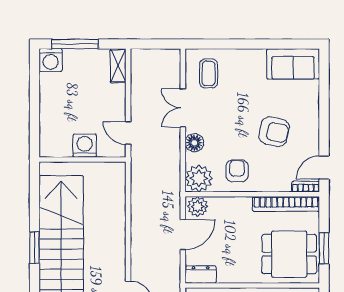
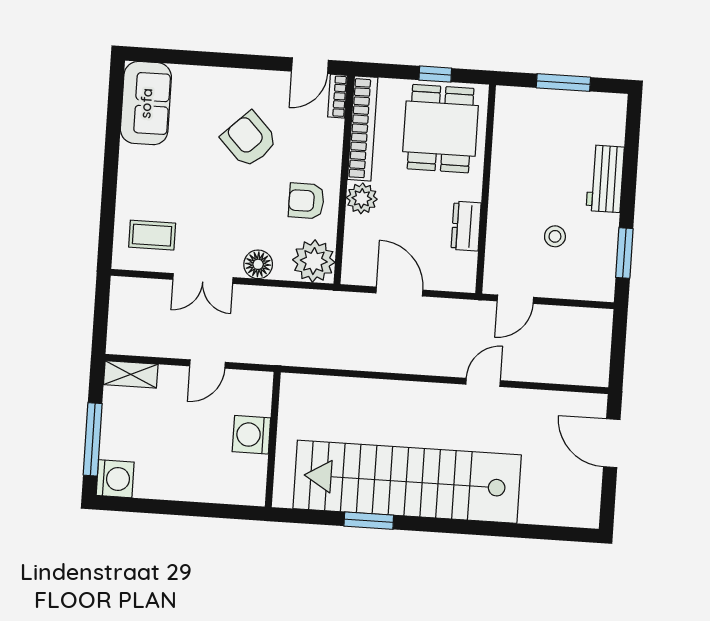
armchair: (274, 132) -> (249, 139), turned -57
door: (128, 133) -> (207, 364), moved
door: (324, 168) -> (310, 66), hinge flipped
plant: (198, 206) -> (362, 198), moved
window: (35, 248) -> (369, 521), moved
window: (324, 248) -> (435, 74), width x0.67
dresser: (201, 275) -> (466, 226), moved

